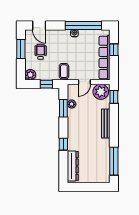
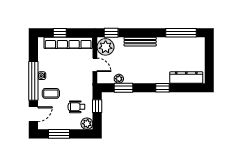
window: (83, 26) -> (33, 81), moved
wheelchair: (41, 52) -> (77, 107), moved
coffee table: (64, 71) -> (51, 93), moved

